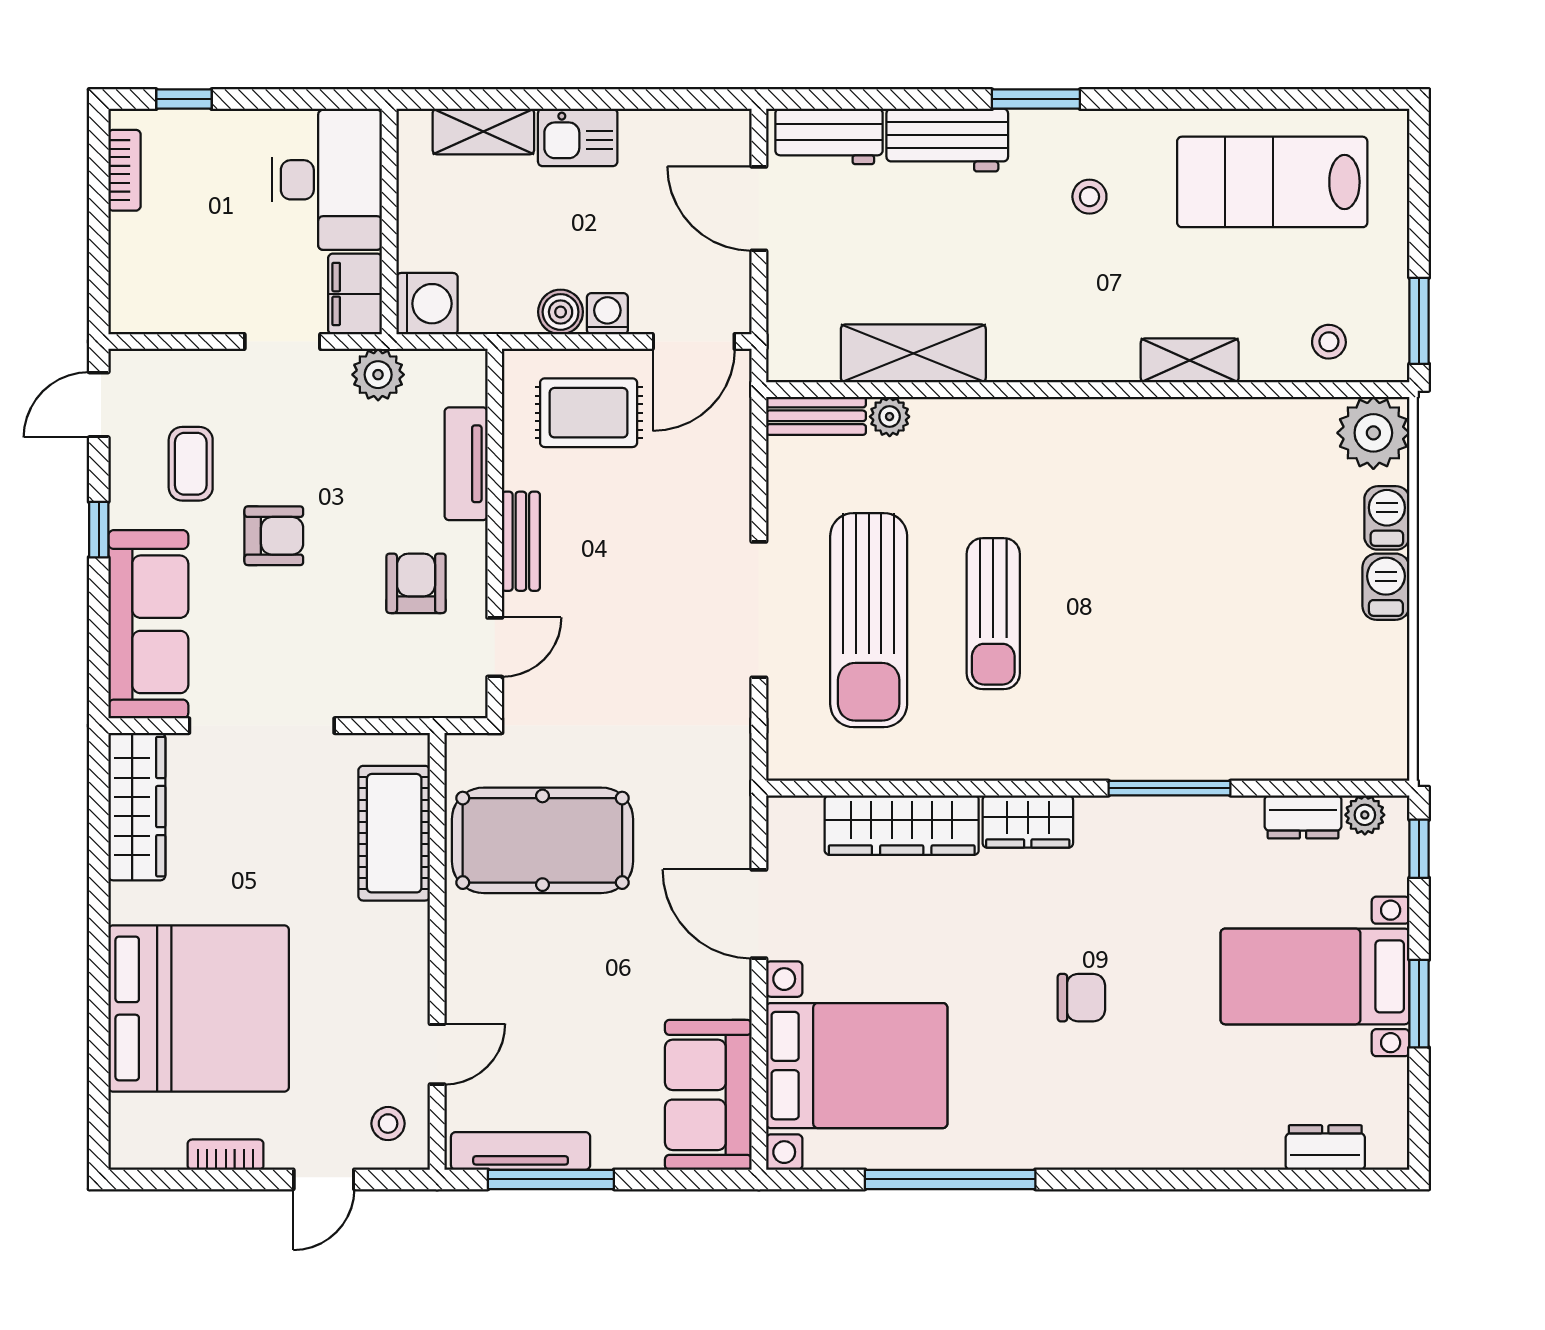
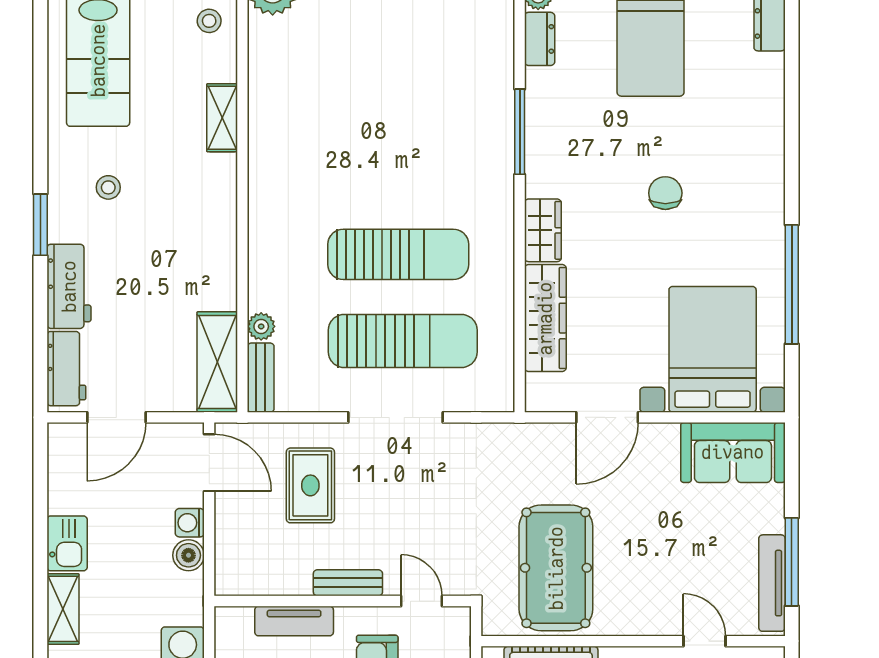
shelving: (913, 353) -> (217, 362), moved
rug: (589, 413) -> (310, 485), moved
sun lounger: (993, 614) -> (398, 254), width x1.36, depth x1.34

